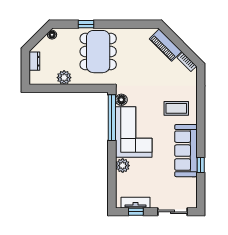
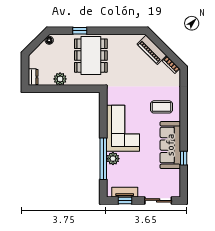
dresser: (34, 61) -> (33, 77), moved
floor lamp: (121, 100) -> (112, 99), removed
window: (112, 118) -> (103, 159), moved

